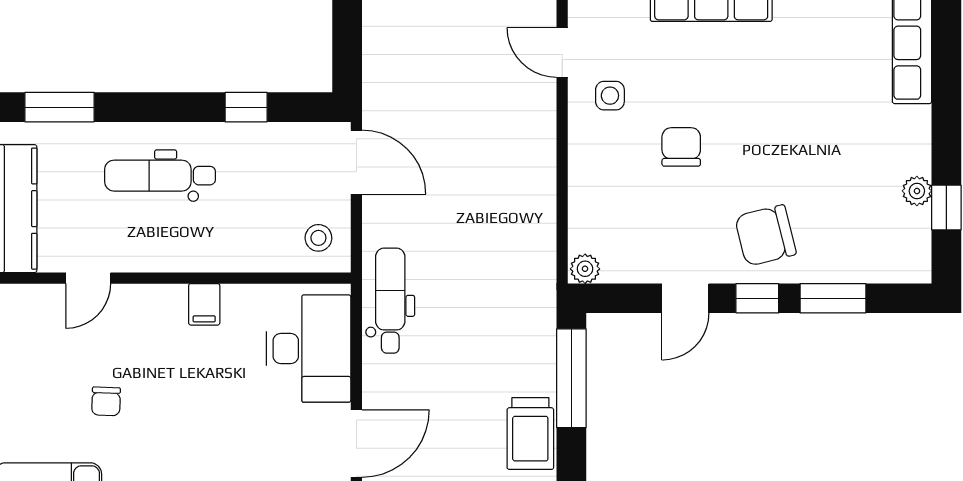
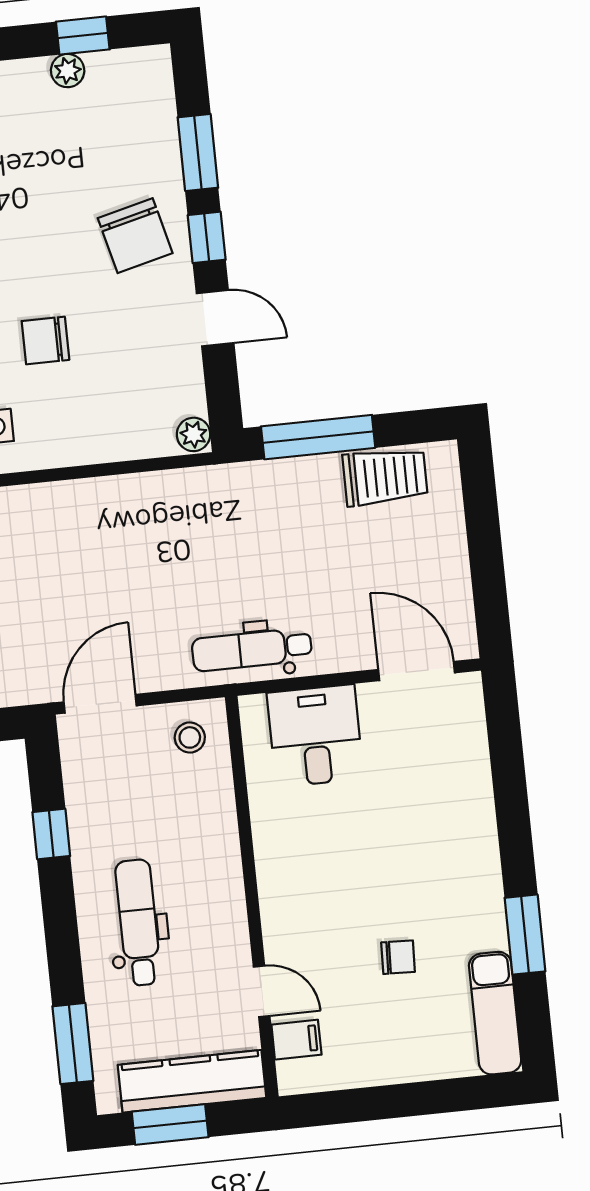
dental chair: (160, 176) -> (138, 923), turned 180
filing cabinet: (204, 304) -> (296, 1040), moved
desk: (309, 349) -> (315, 736), width x0.73

